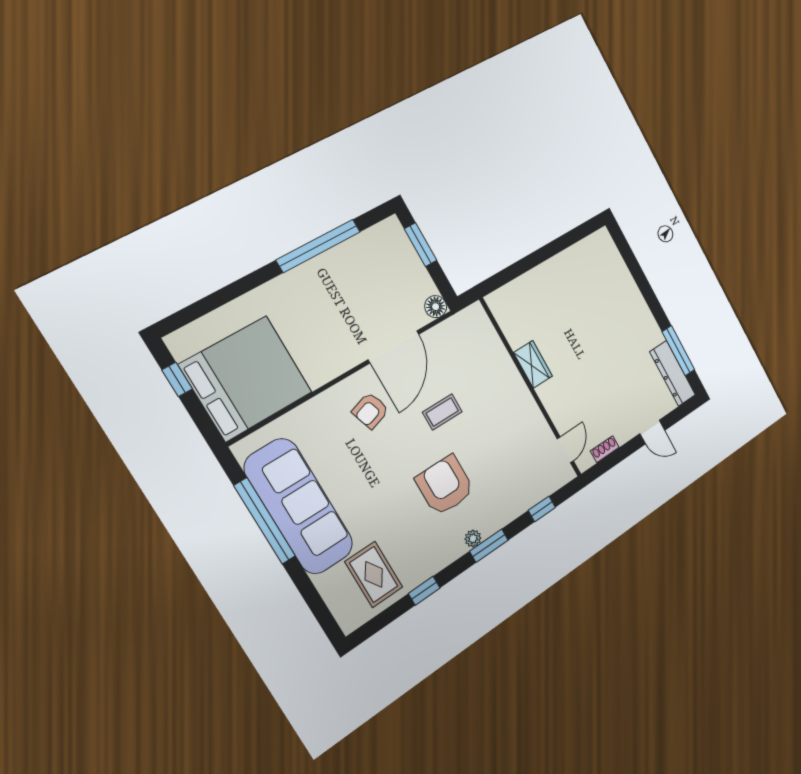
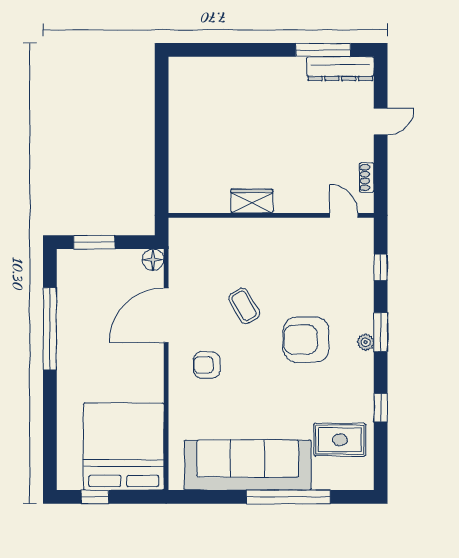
door: (394, 347) -> (166, 315), swing flipped
armchair: (370, 411) -> (207, 365), turned 108
coffee table: (442, 412) -> (244, 306), turned -30
window: (265, 521) -> (288, 497), moved

